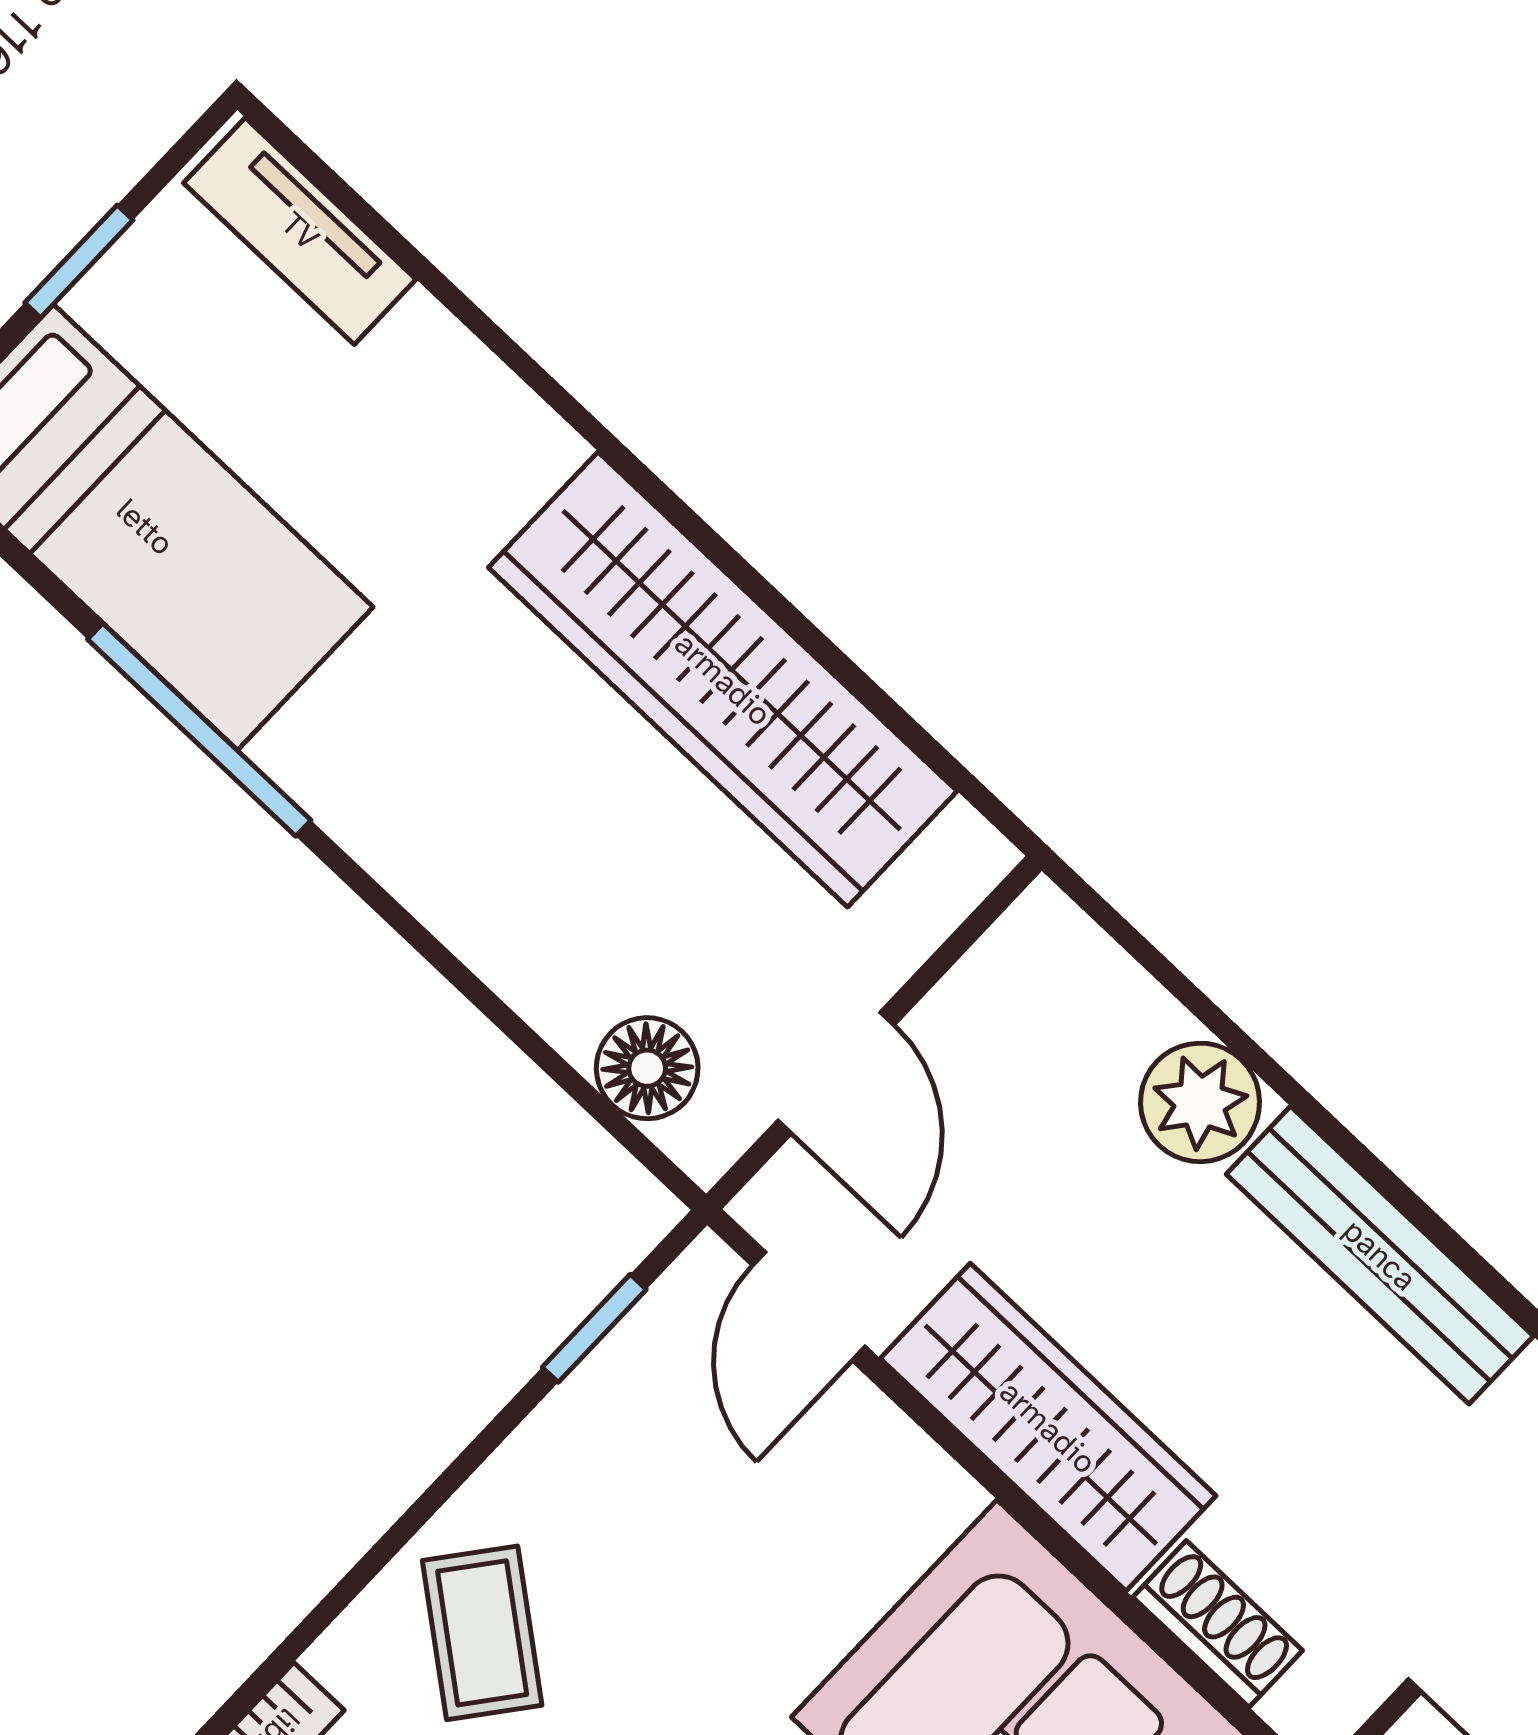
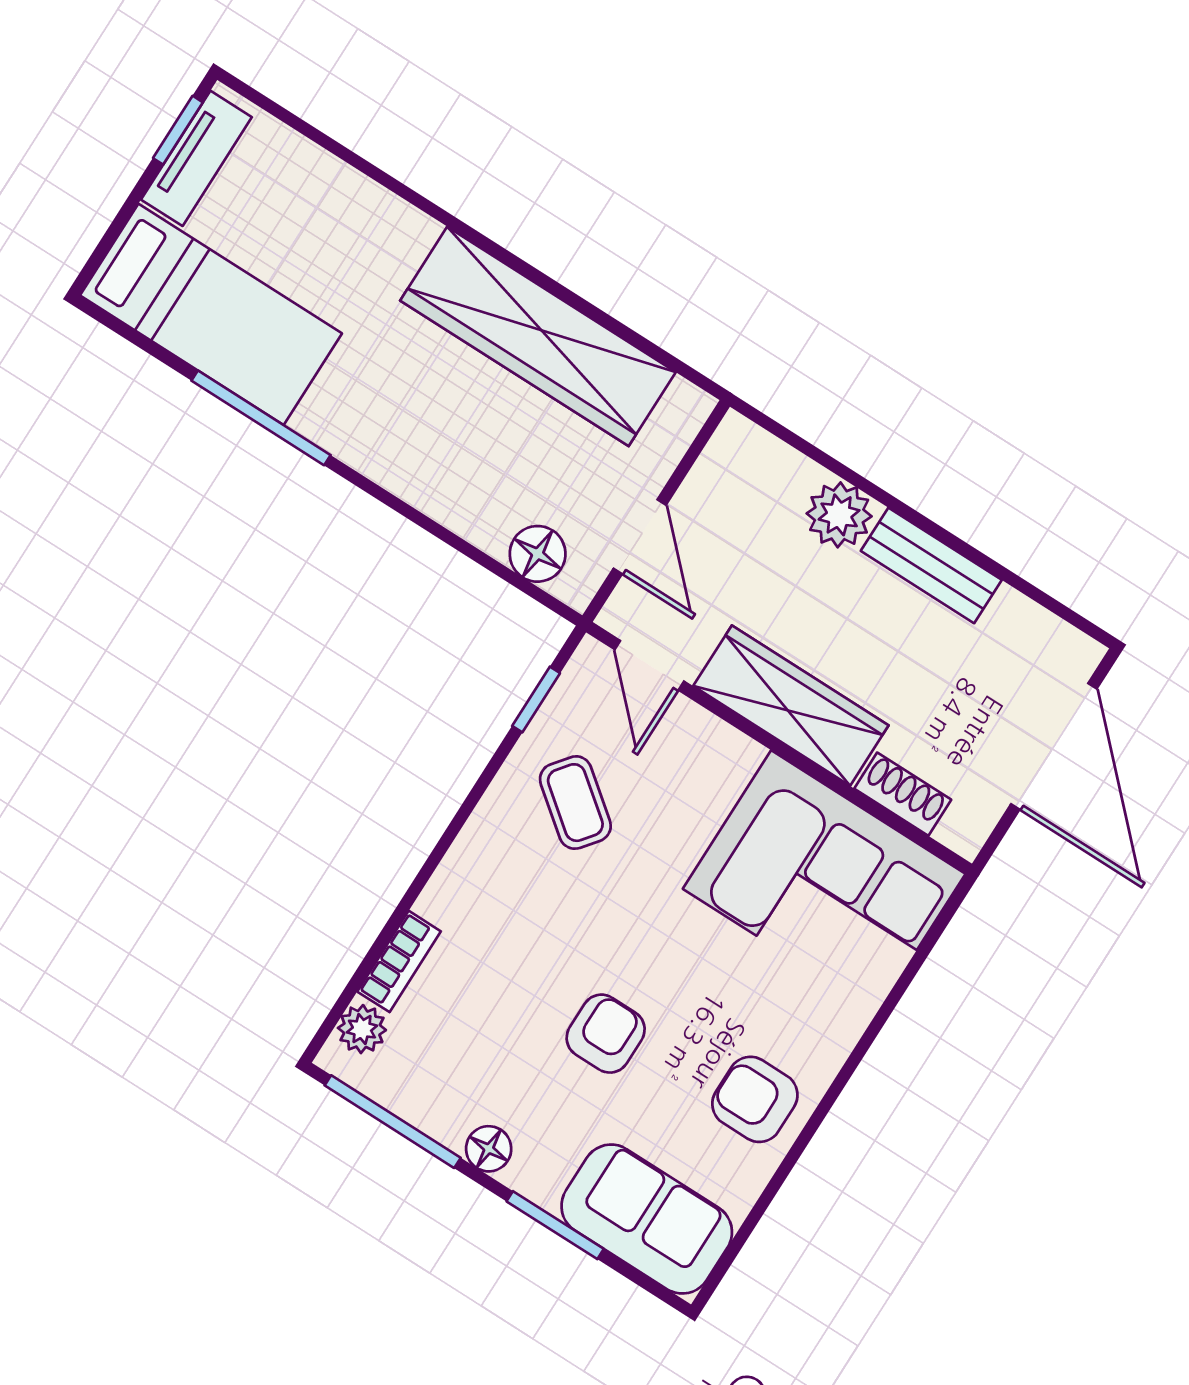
tv unit: (300, 231) -> (196, 158), moved, turned -90
window: (79, 261) -> (178, 130), moved
bench: (1380, 1255) -> (931, 565), width x0.73
coffee table: (482, 1633) -> (575, 803), moved

